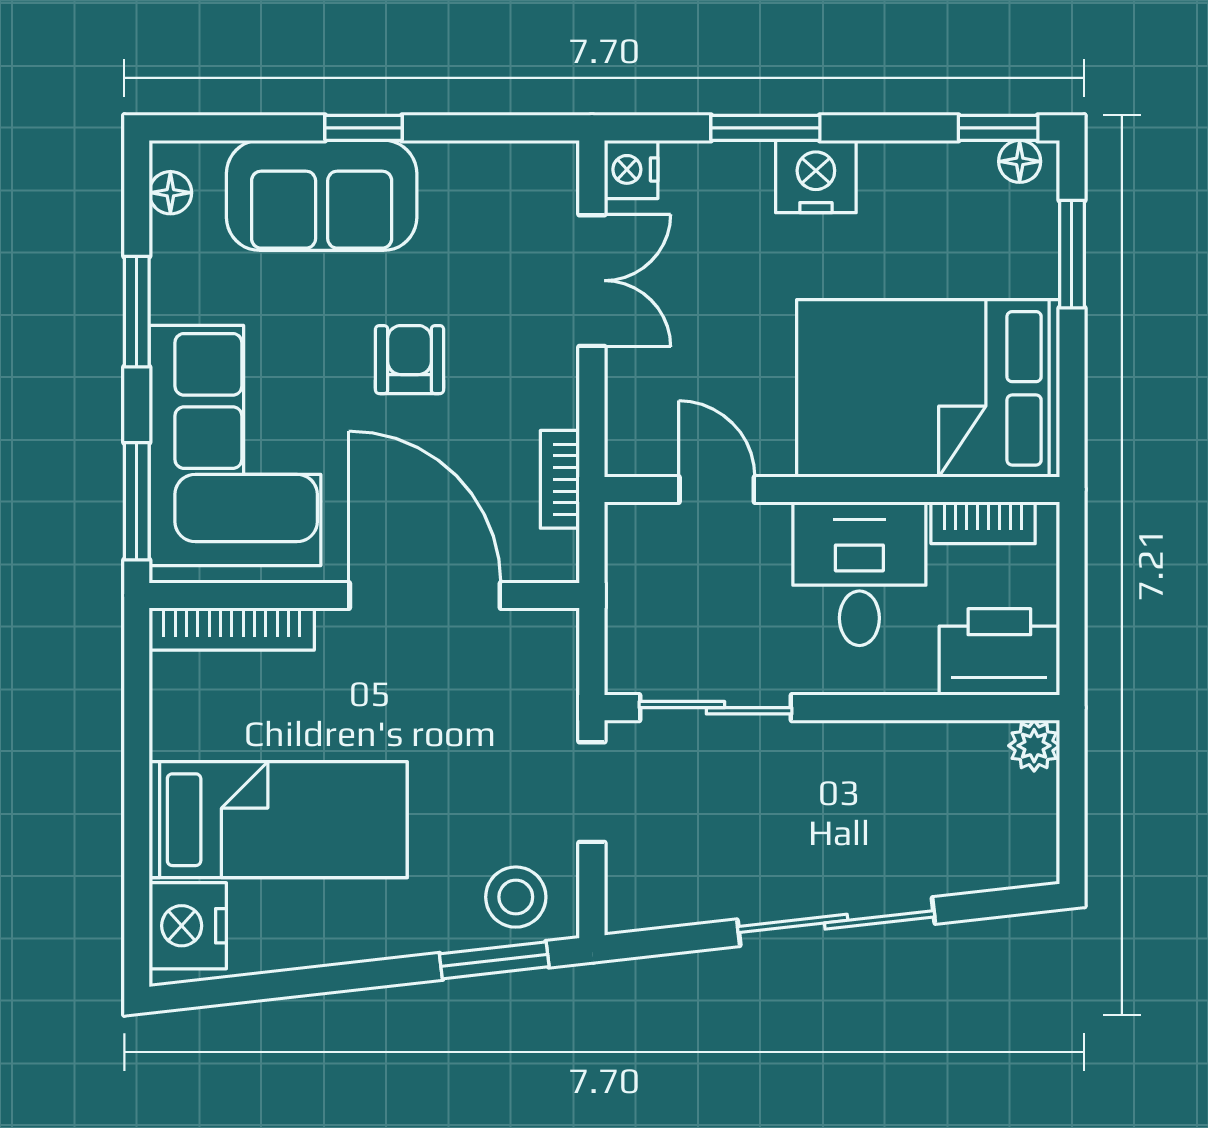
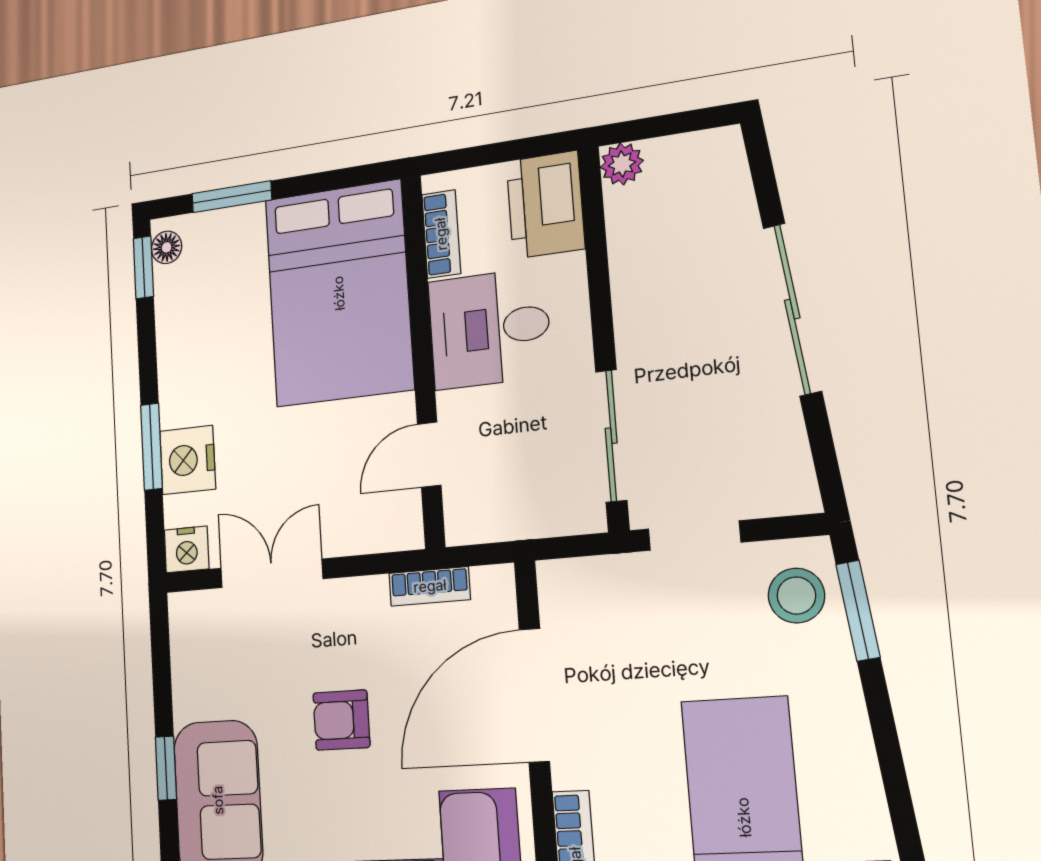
nightstand: (816, 177) -> (188, 460), moved

